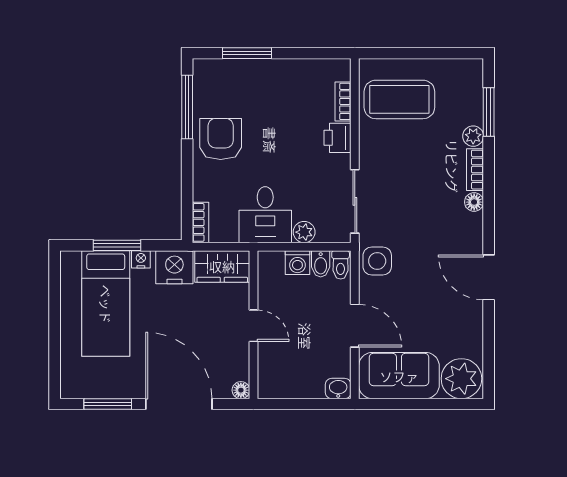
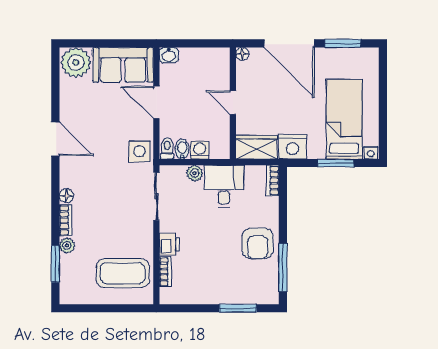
nightstand: (141, 259) -> (371, 153), moved

